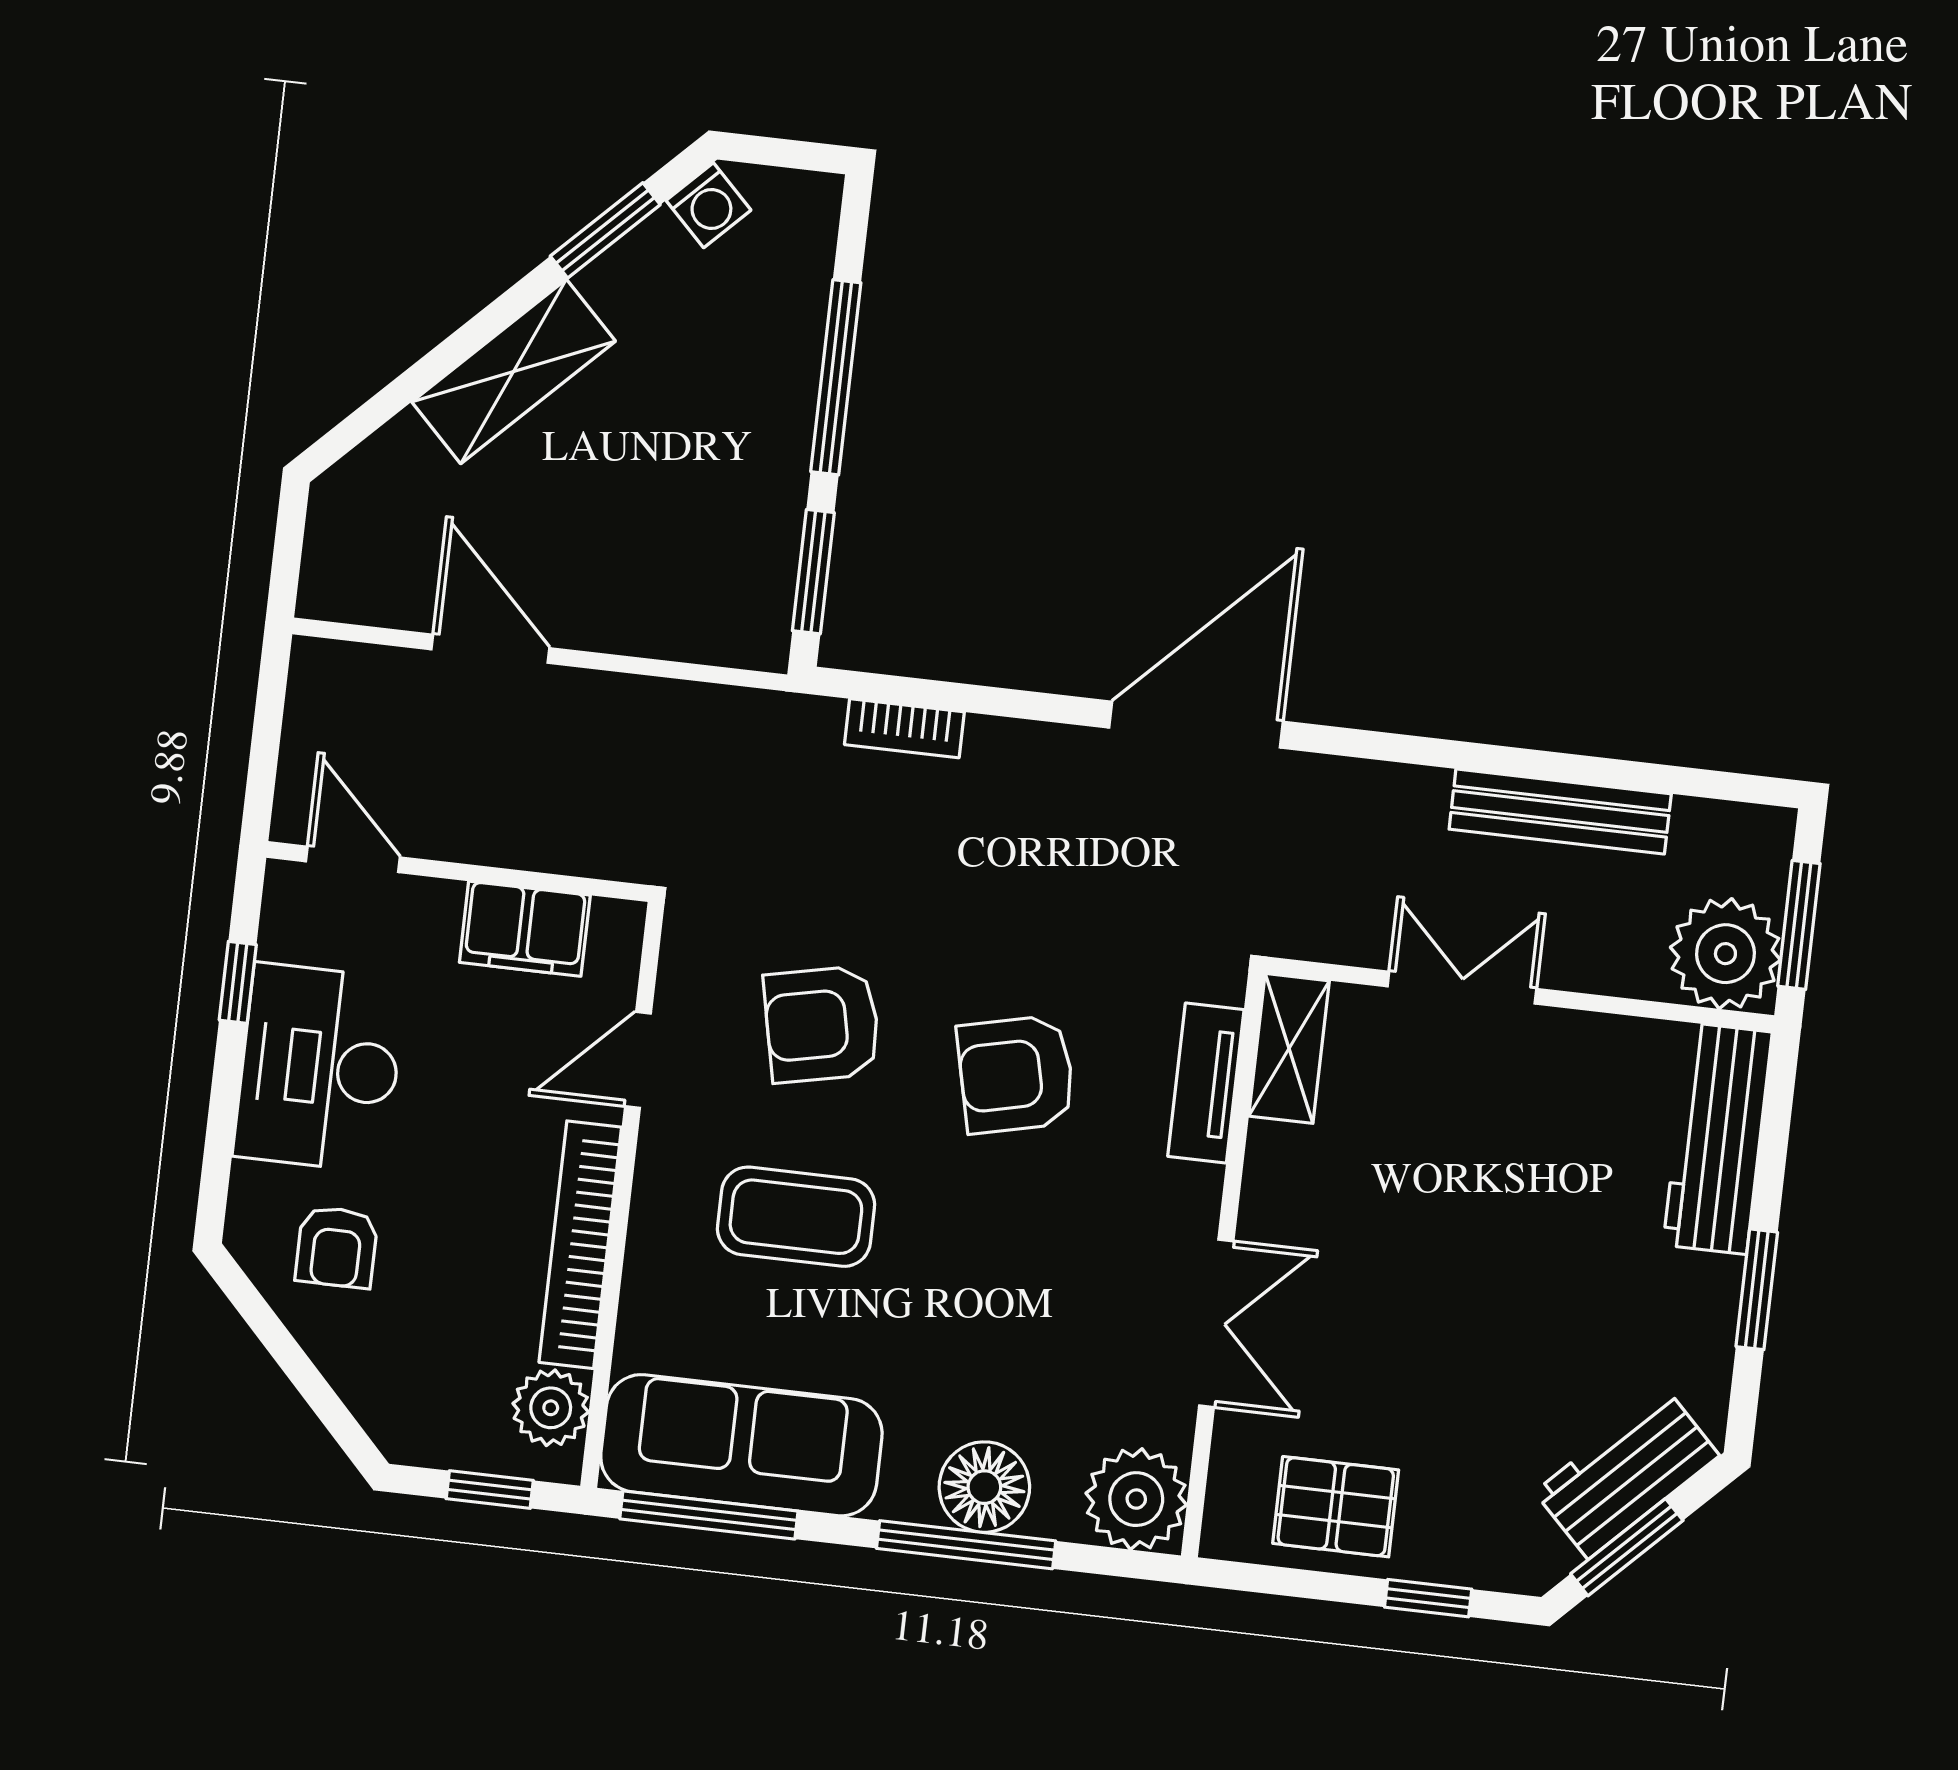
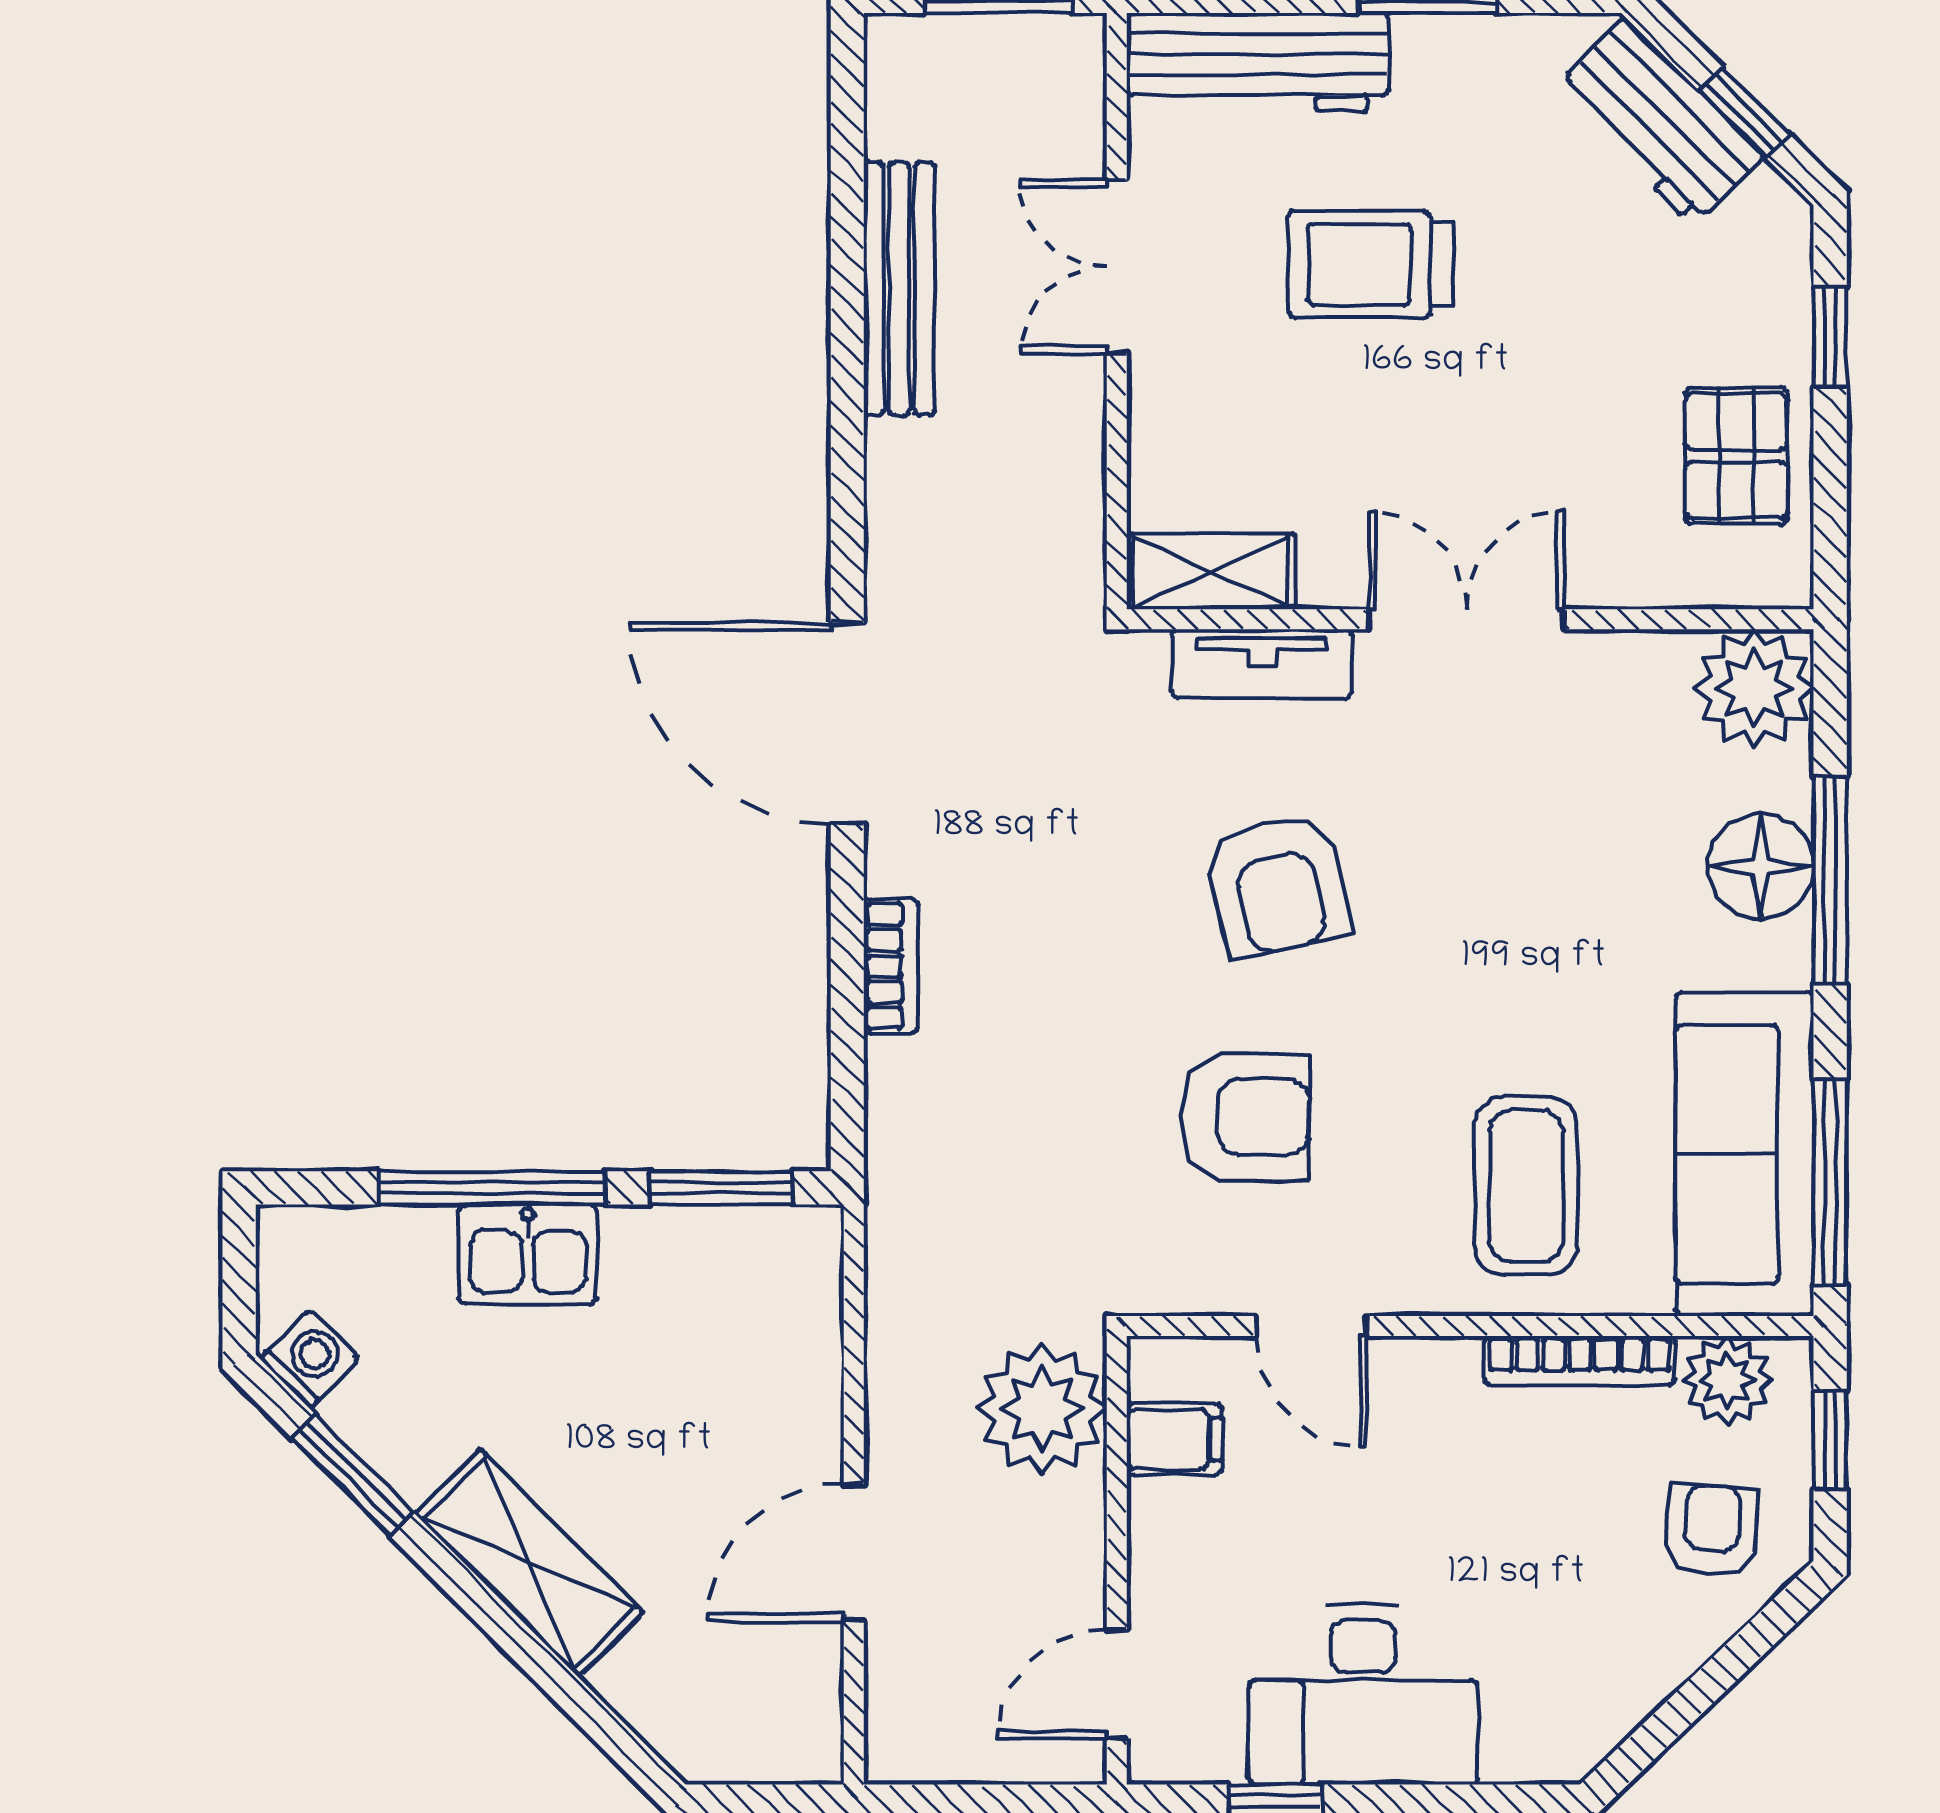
kitchen sink: (776, 401) -> (528, 1254), added
bookcase: (904, 728) -> (891, 966), moved
filing cabinet: (525, 929) -> (1174, 1439), width x0.50
plant: (1725, 954) -> (1042, 1409), moved
double door: (1462, 988) -> (1117, 266), moved
armchair: (822, 1024) -> (1245, 1117), turned -78
trolley: (1534, 1215) -> (1371, 264), added
coffee table: (796, 1217) -> (1526, 1186), moved
bookcase: (580, 1245) -> (1580, 1360), width x0.68, depth x0.76
armchair: (337, 1247) -> (1712, 1531), moved, turned -86
double door: (1216, 1323) -> (1466, 619), moved
window: (1627, 1547) -> (1744, 113), width x0.67

